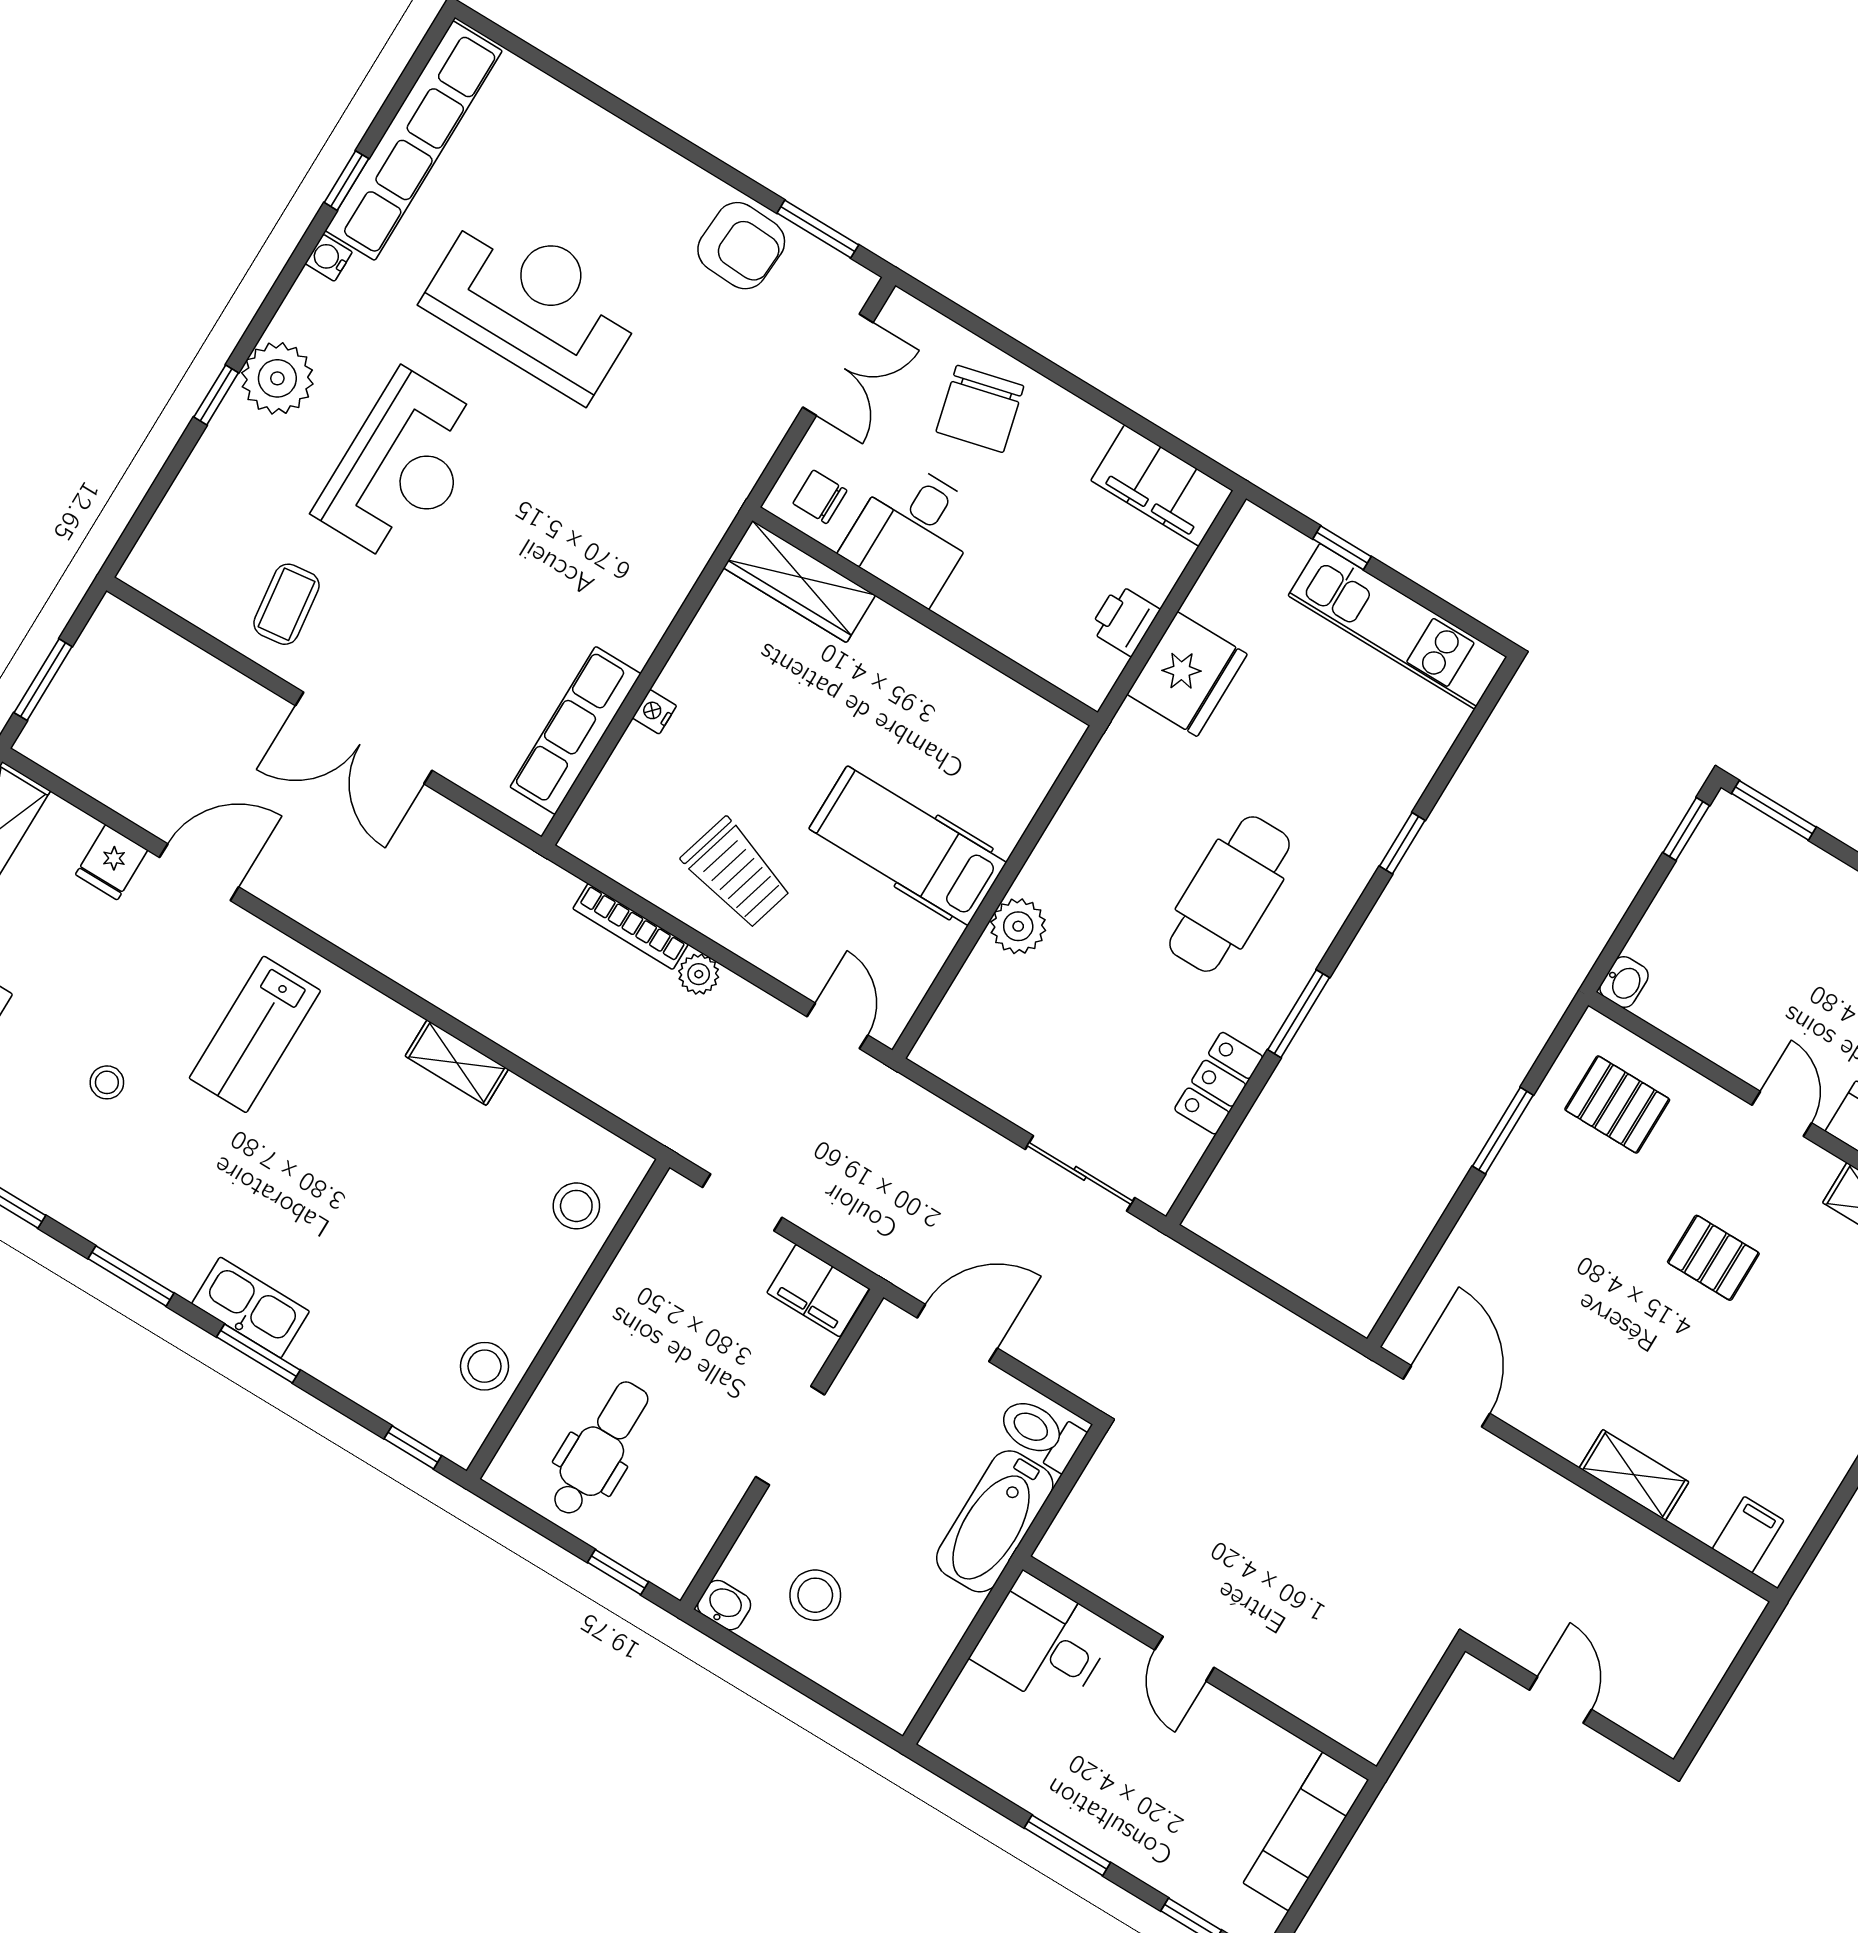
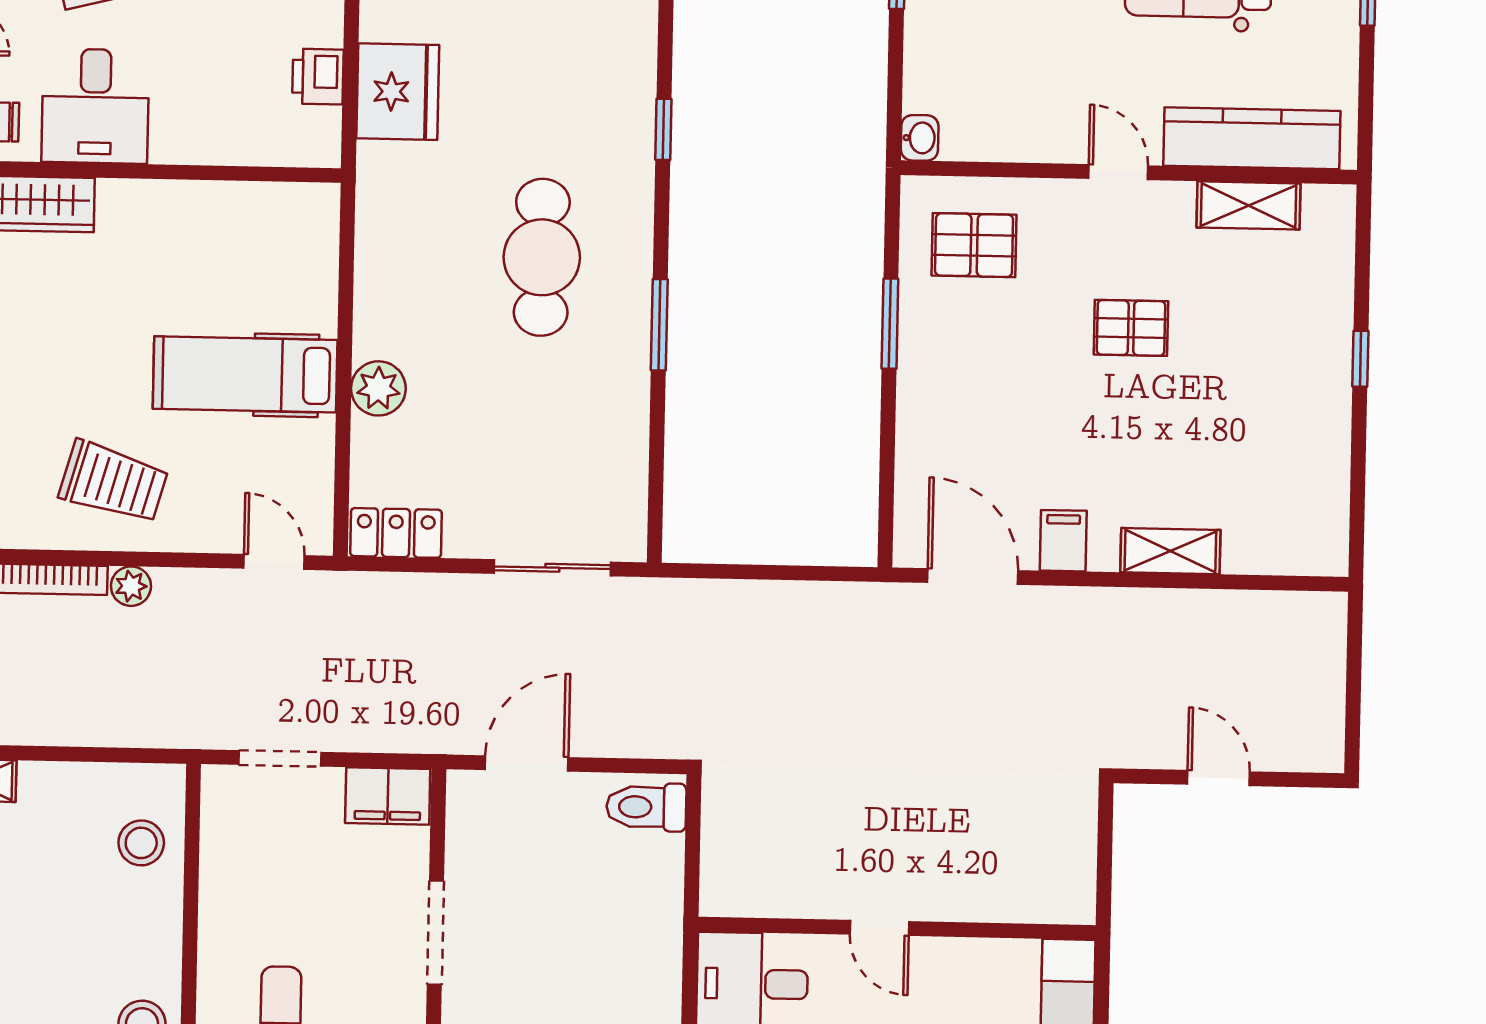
locker: (1219, 1083) -> (396, 533), moved, turned 90
bathtub: (995, 1521) -> (651, 905), removed
filing cabinet: (1748, 1535) -> (1063, 541), moved

